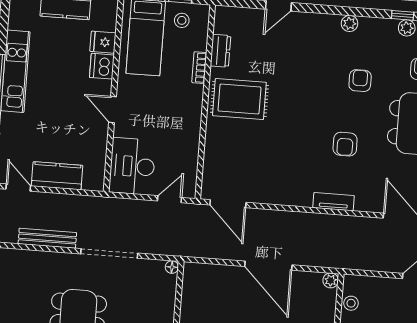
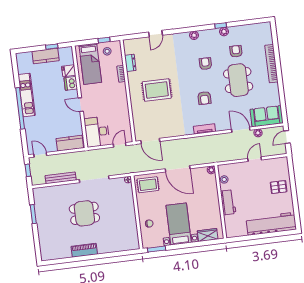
rug: (239, 99) -> (157, 90), moved
kitchen counter: (57, 176) -> (70, 143), moved
rug: (207, 284) -> (148, 185), added

